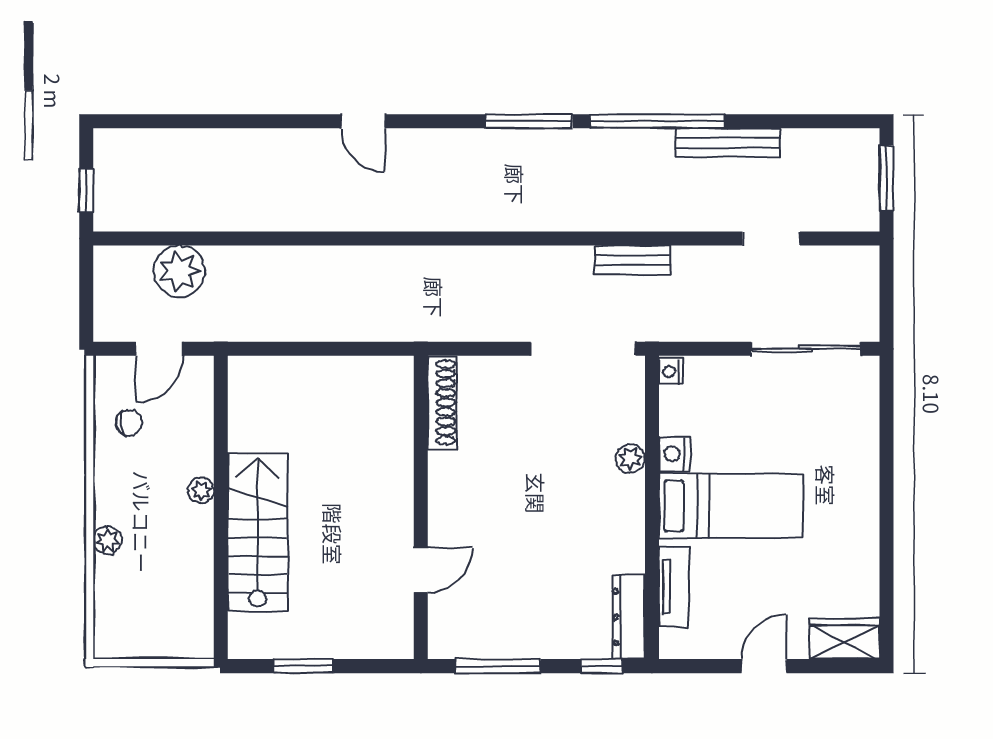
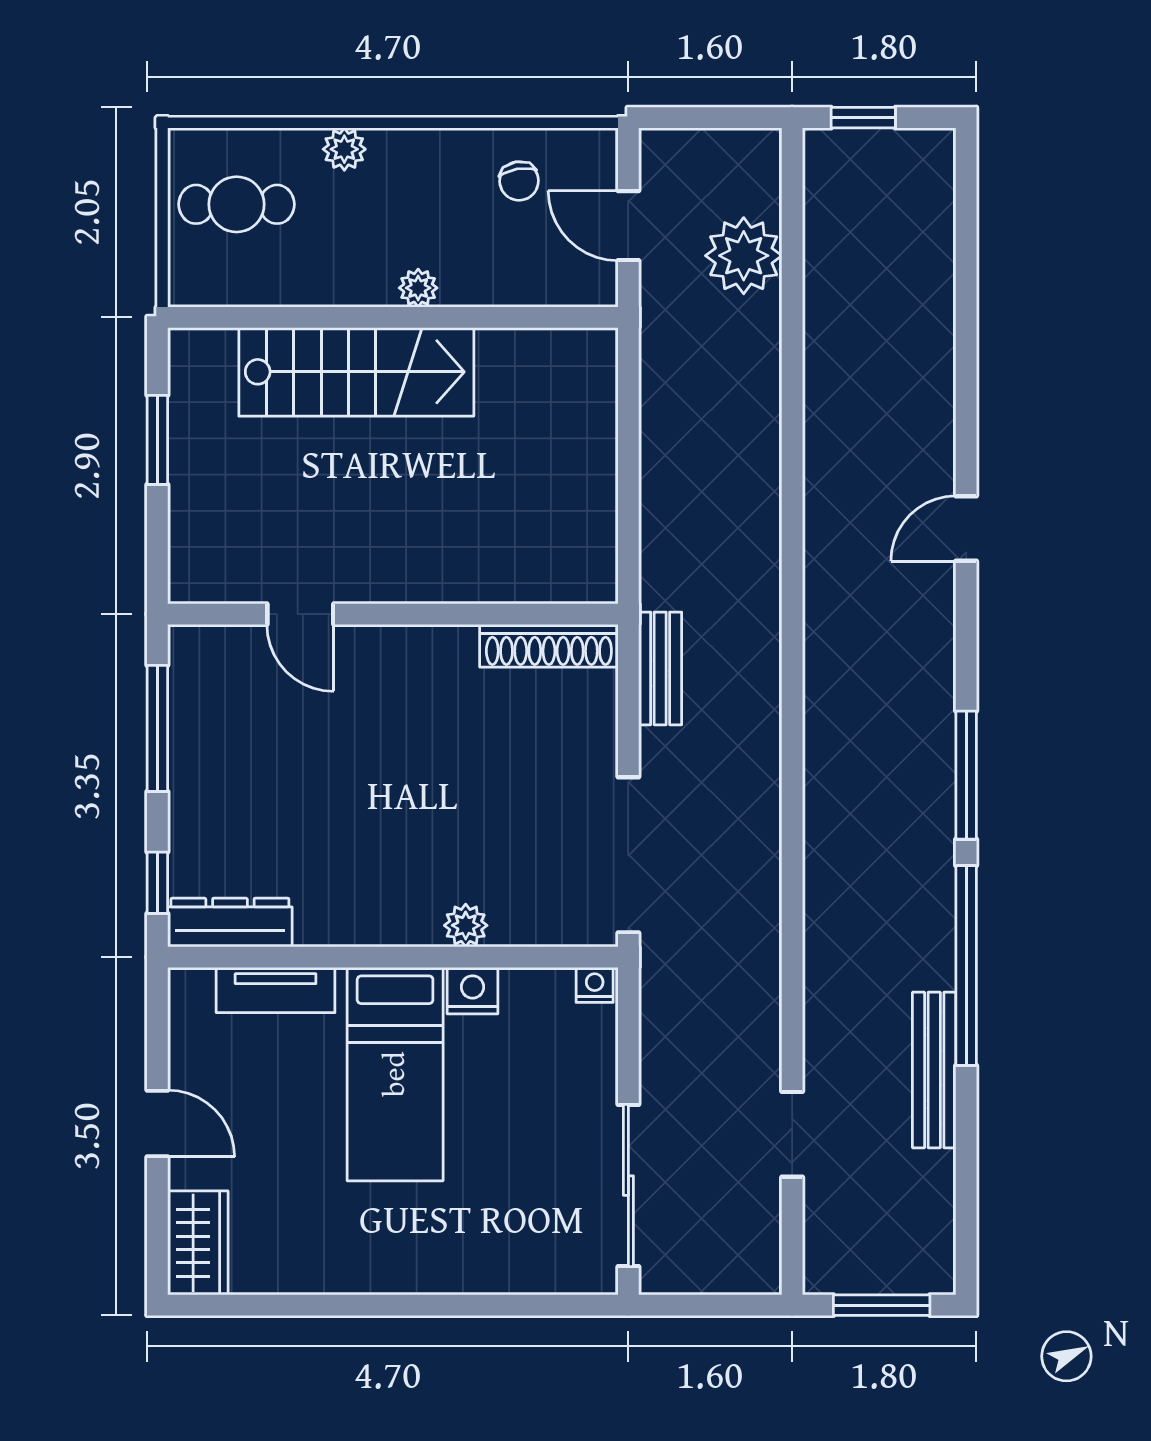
bench: (633, 260) -> (660, 668), moved
cafe table: (145, 613) -> (237, 204), added

